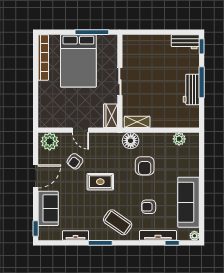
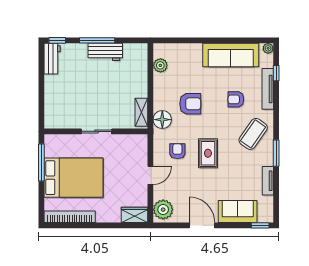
wardrobe: (110, 116) -> (135, 215), moved, turned 180
armchair: (75, 161) -> (177, 151), moved, turned -127
armchair: (149, 207) -> (236, 99), turned 90

